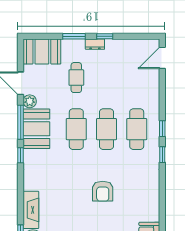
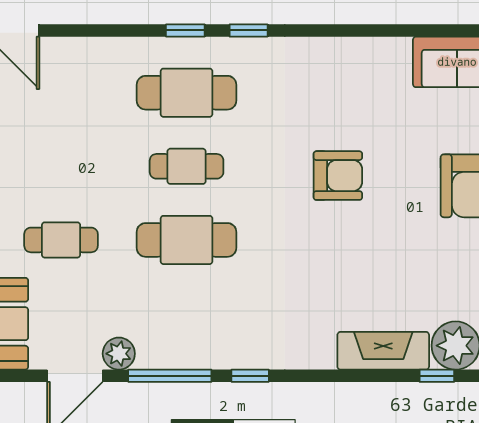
booth: (36, 129) -> (186, 337), removed
cafe table: (107, 129) -> (187, 166), width x0.73, depth x0.74

